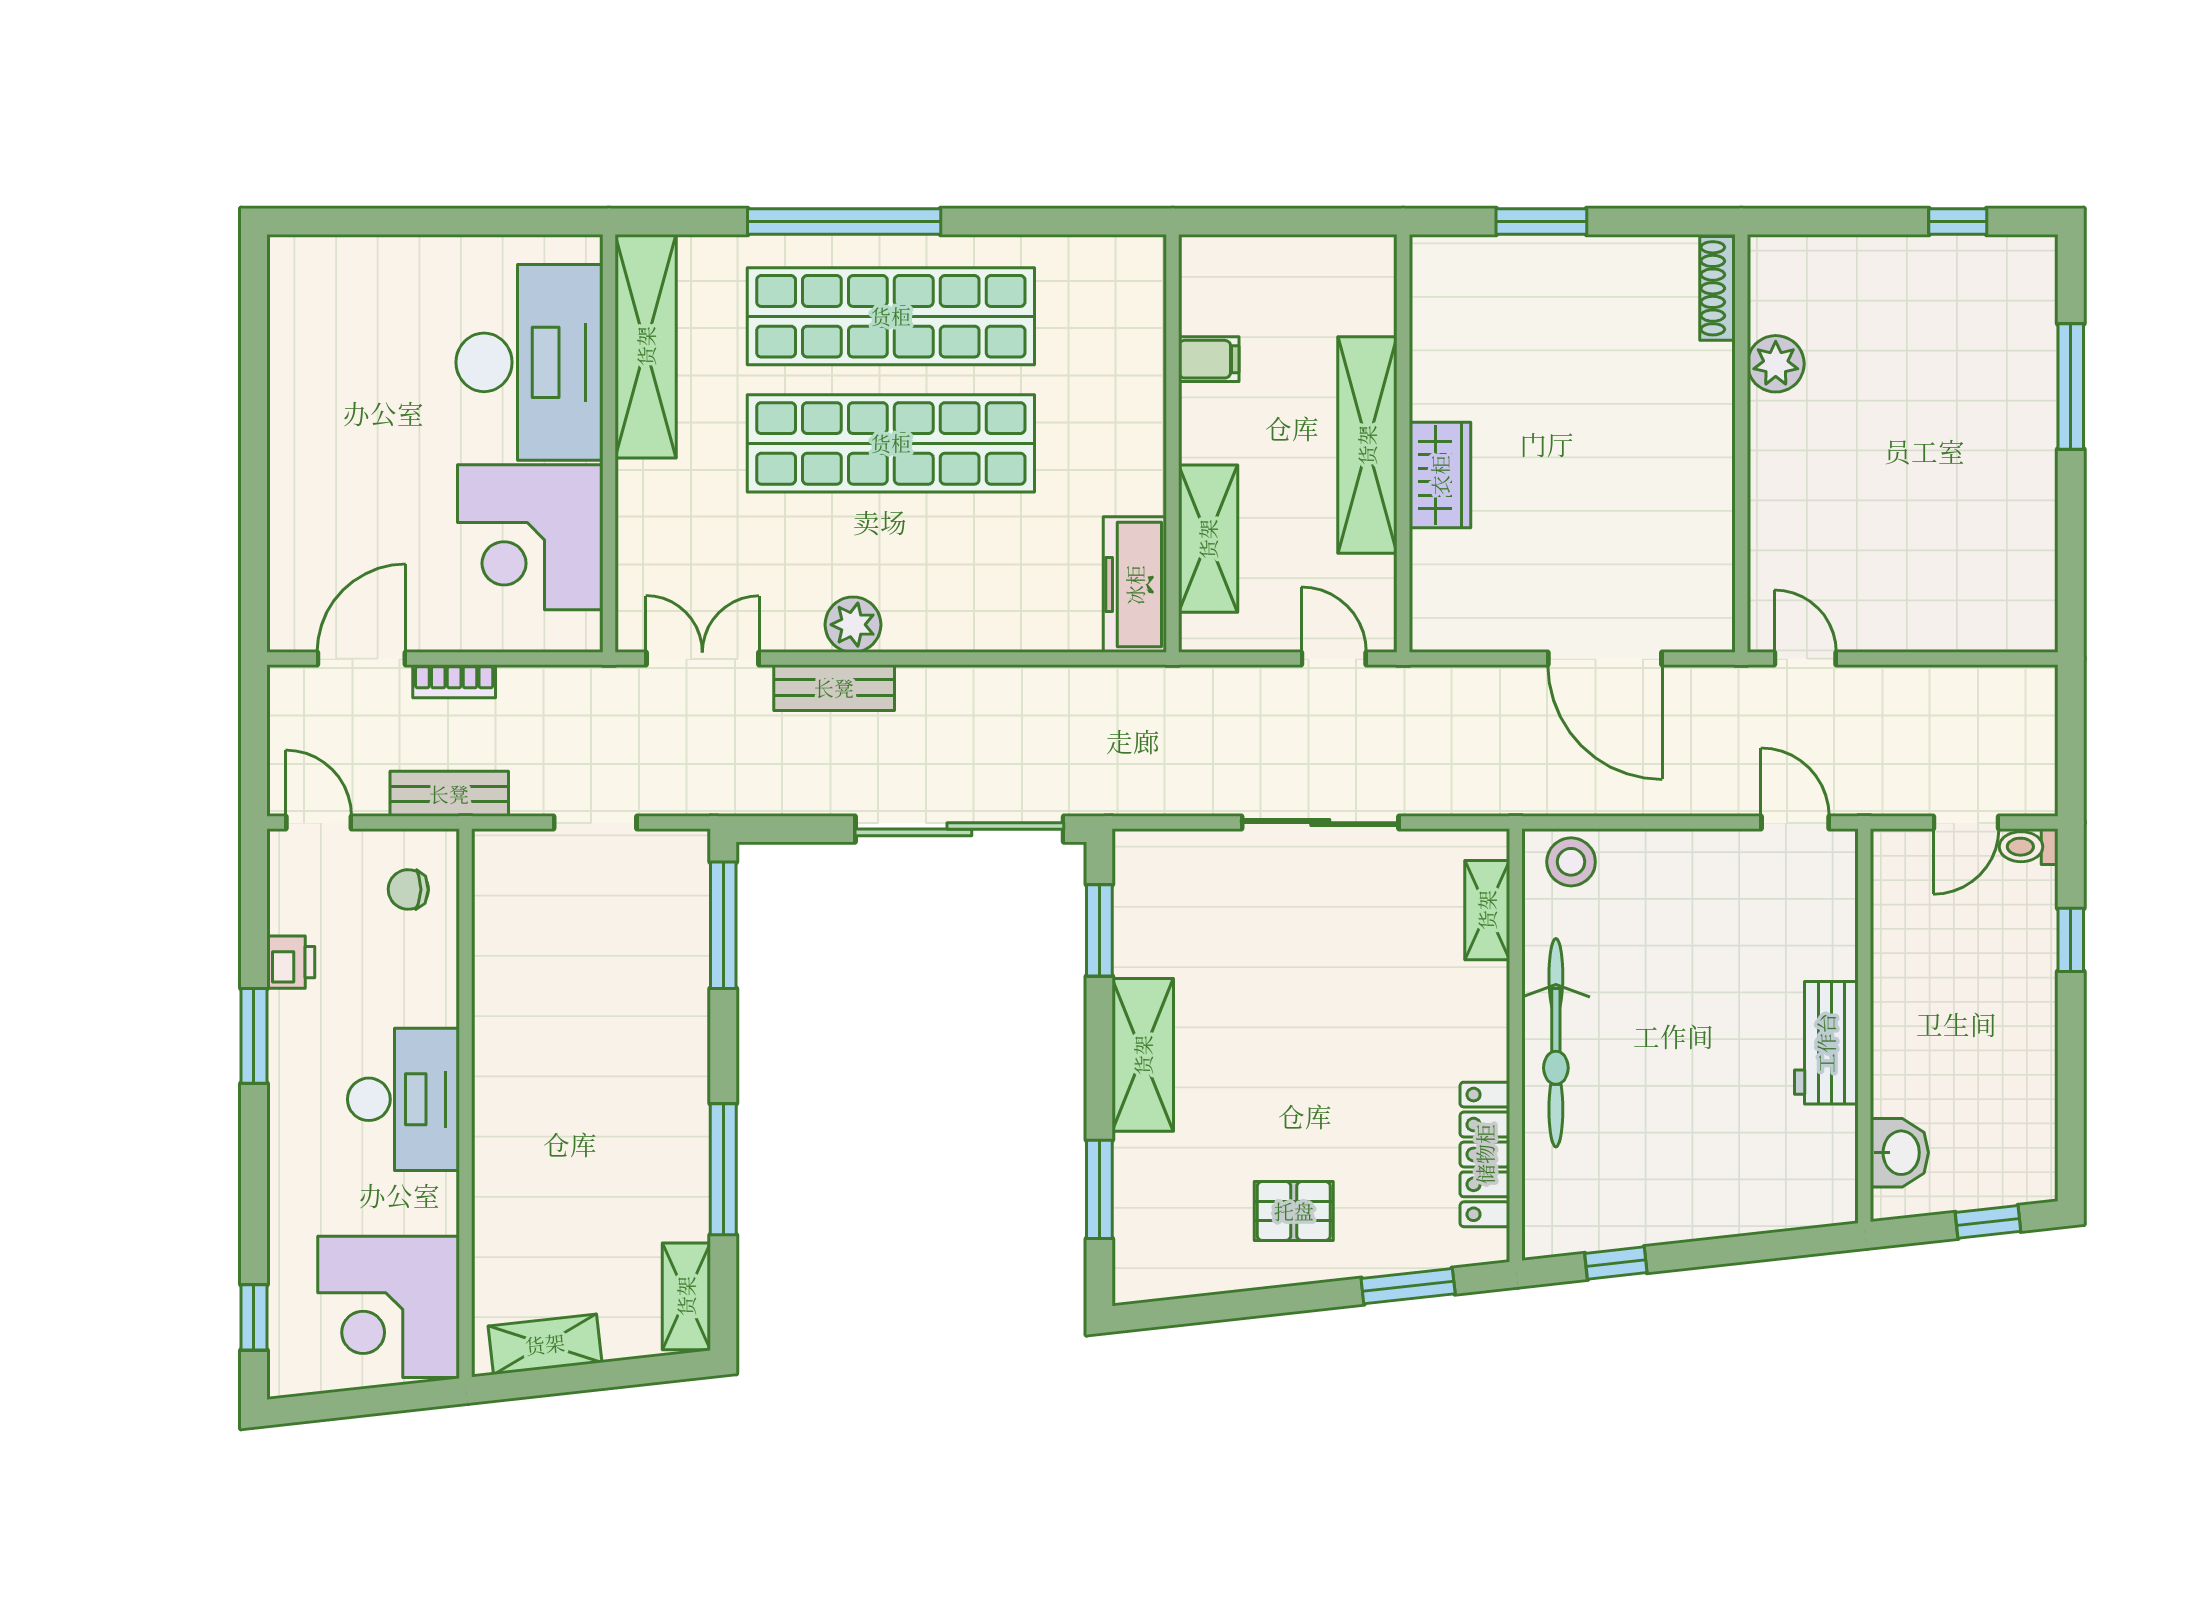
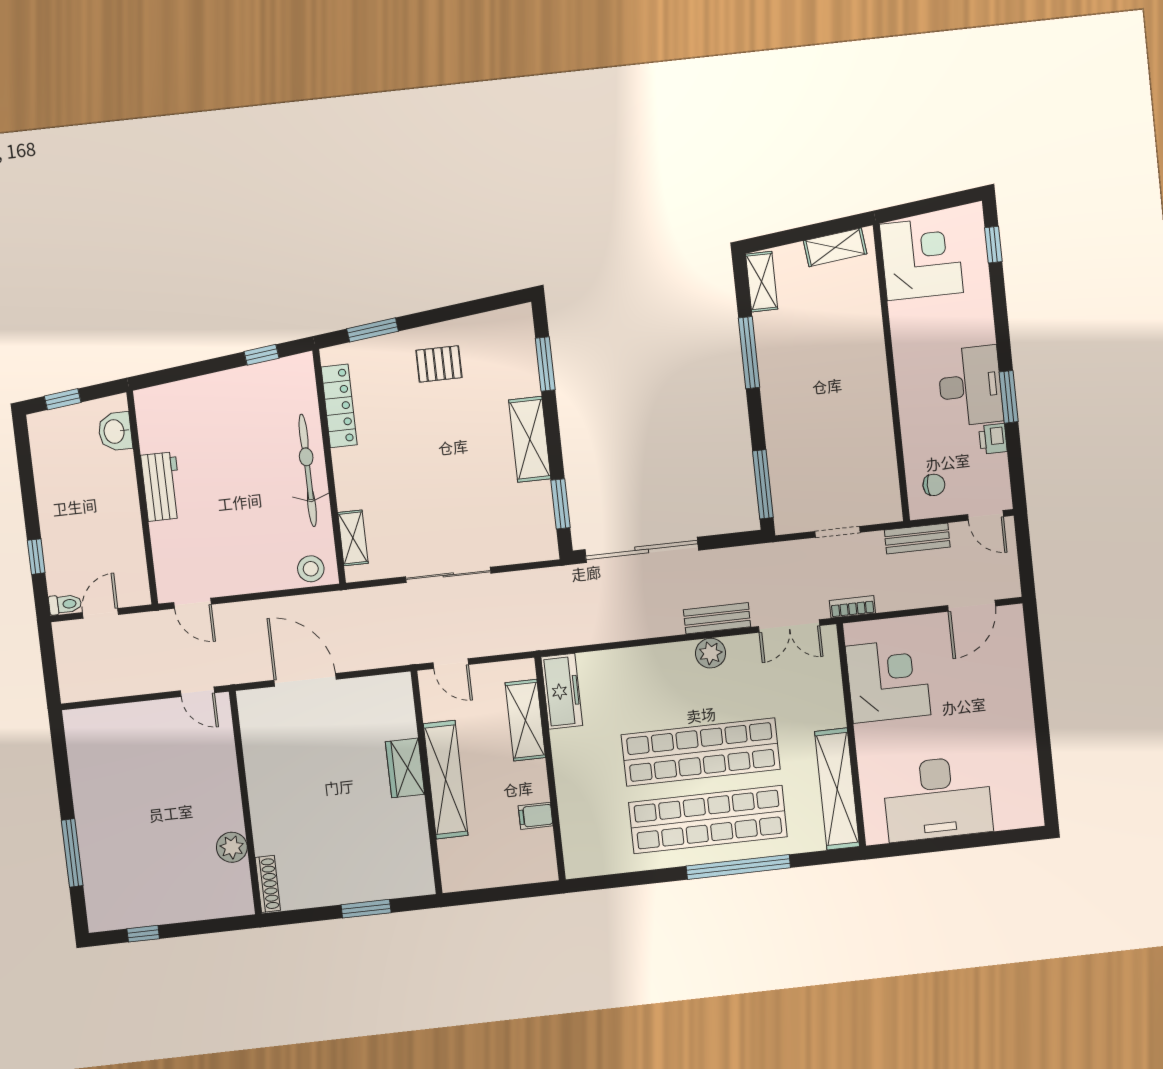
desk: (529, 362) -> (938, 798), moved, turned -90
bookcase: (454, 681) -> (852, 607), moved
desk: (403, 1099) -> (970, 386), moved, turned 180

